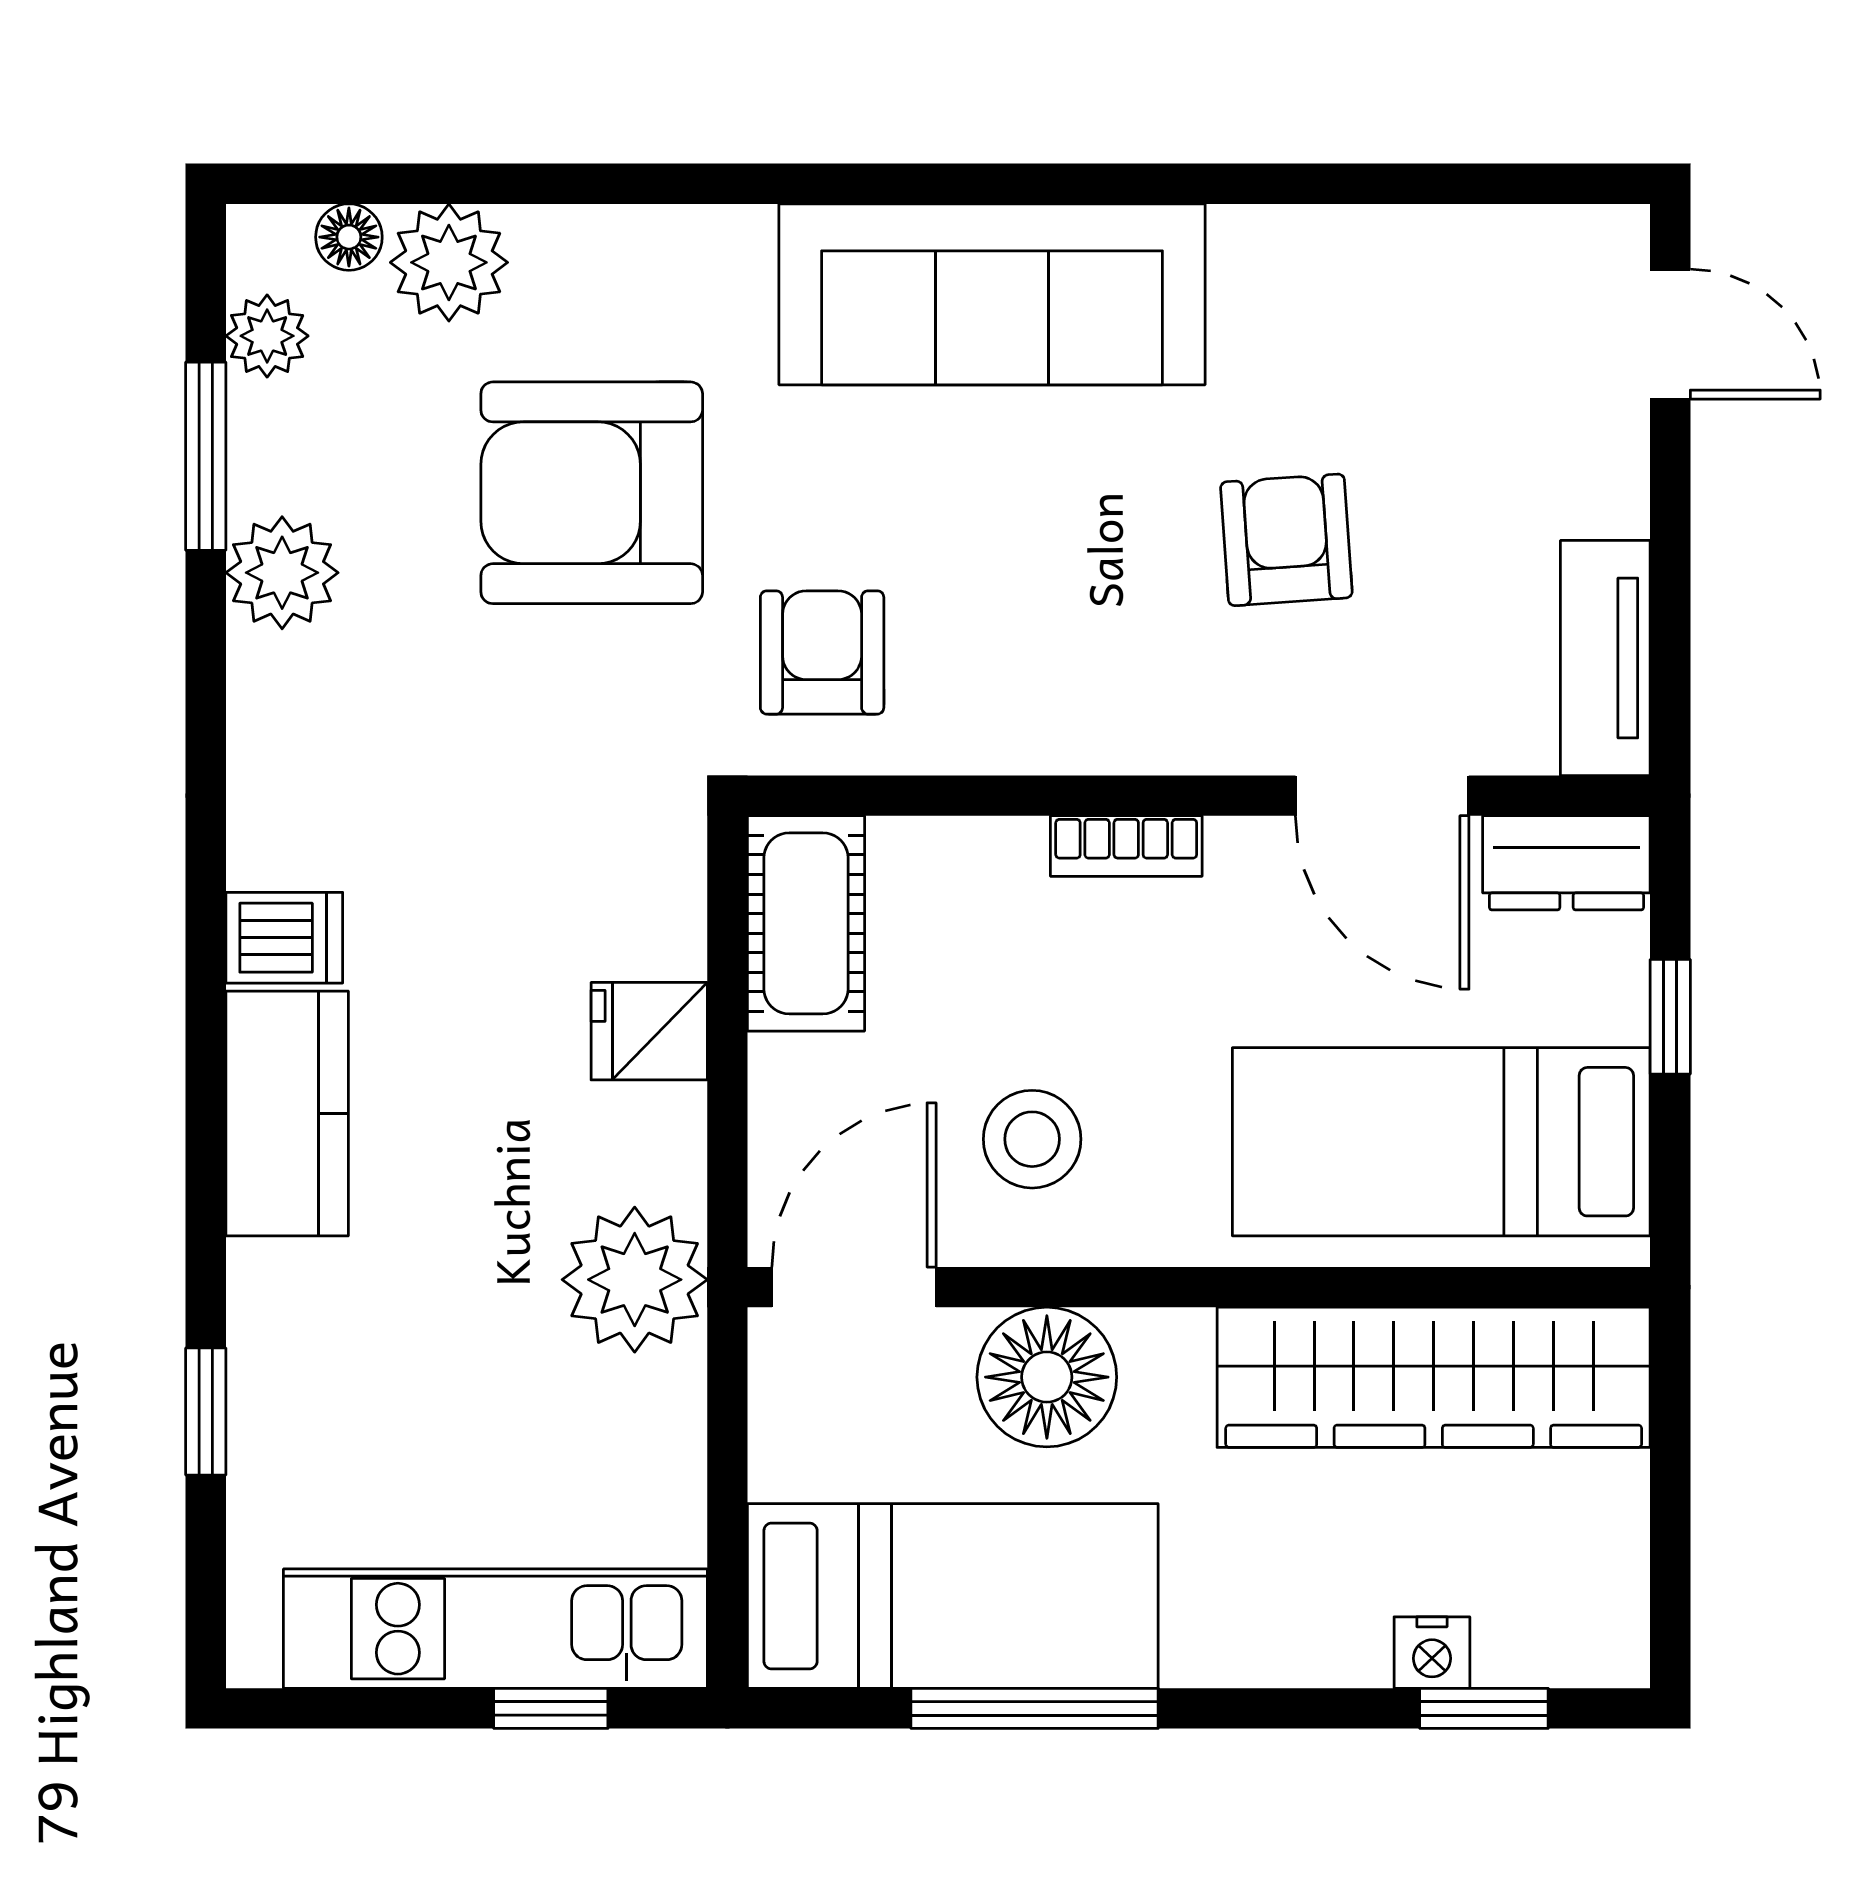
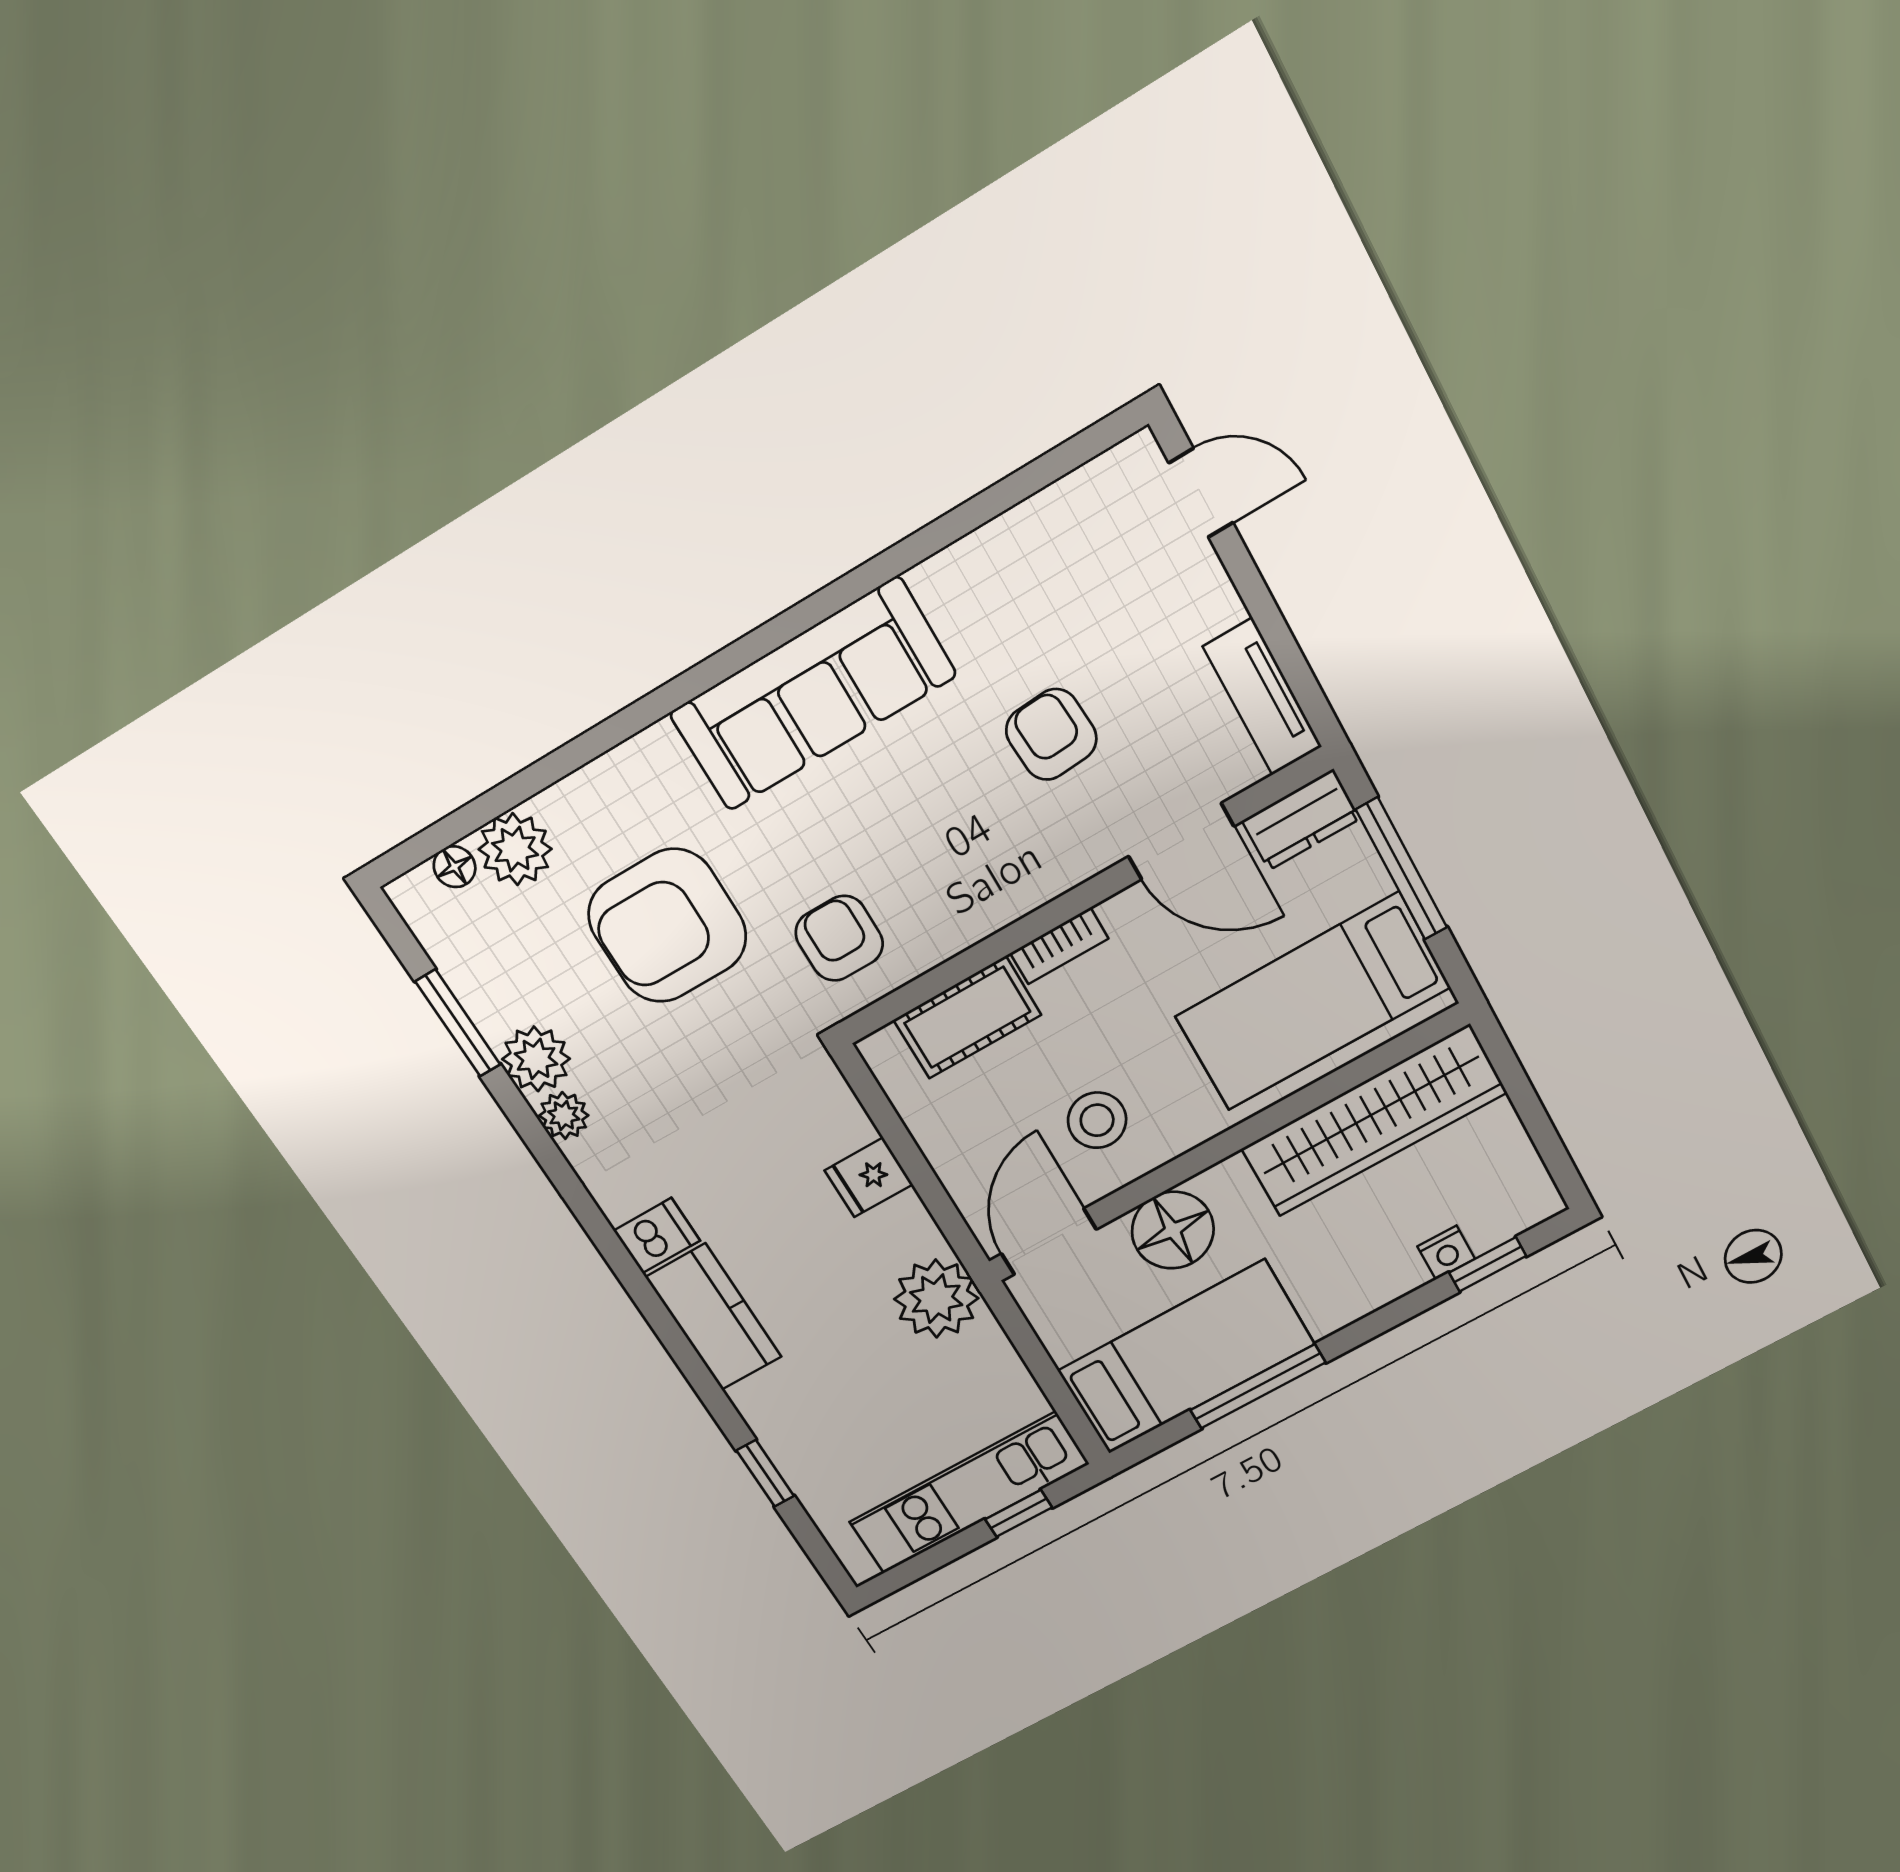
plant: (267, 336) -> (564, 1115), moved
cot: (806, 923) -> (967, 1017), moved, turned 90
window: (1670, 1017) -> (1402, 869), width x2.17

